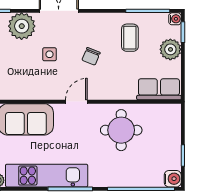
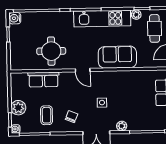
plant: (22, 26) -> (122, 126), width x0.53, depth x0.53
chair: (91, 56) -> (72, 117), moved
row of seats: (159, 89) -> (43, 80), moved
door: (76, 102) -> (83, 70), hinge flipped

